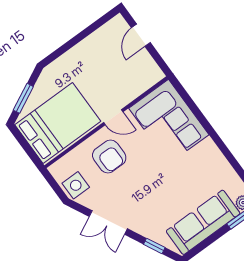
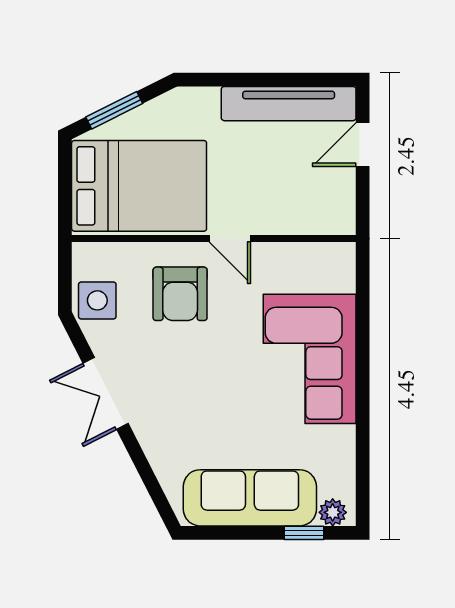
tv unit: (96, 41) -> (289, 104), added
corner sofa: (169, 121) -> (310, 359), moved
window: (154, 246) -> (150, 480), removed

